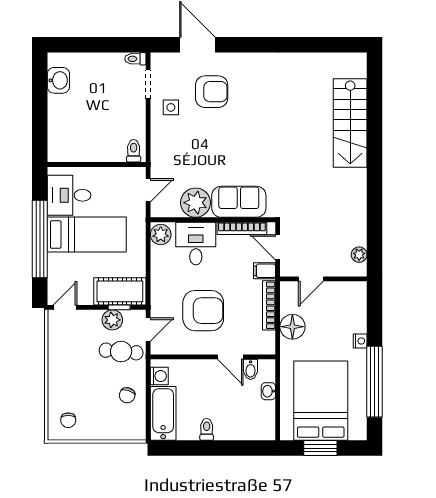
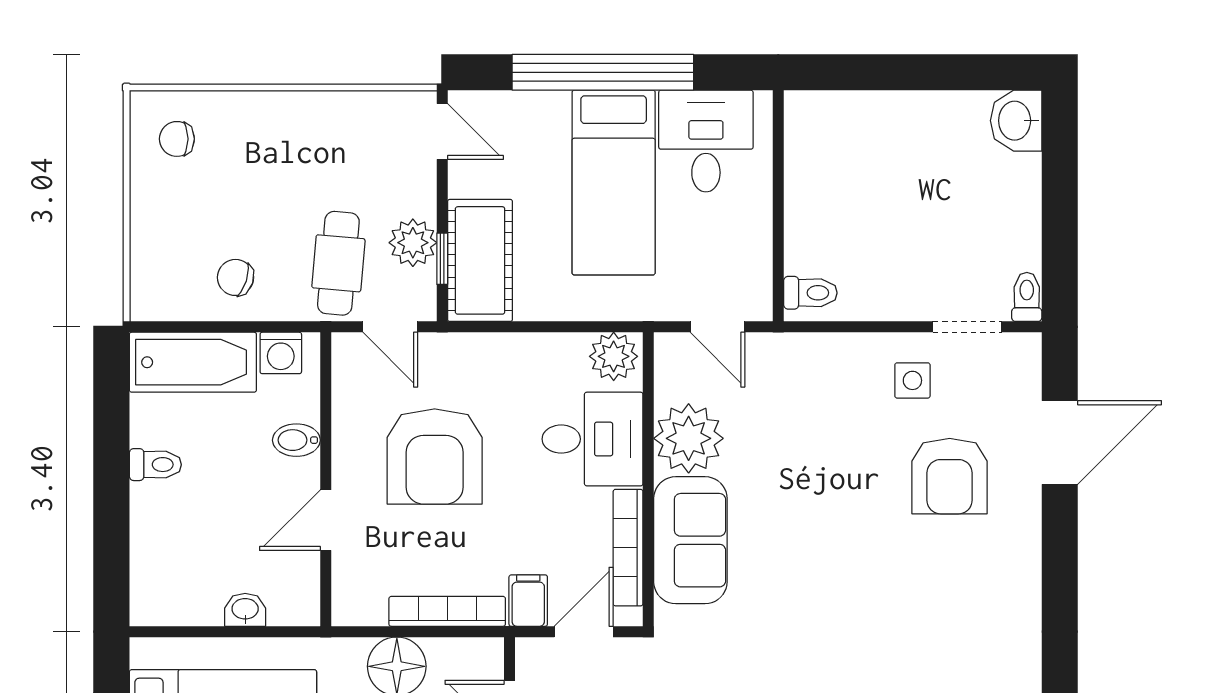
washbasin: (58, 80) -> (1016, 121), moved, turned 90
bidet: (251, 369) -> (296, 440), moved

